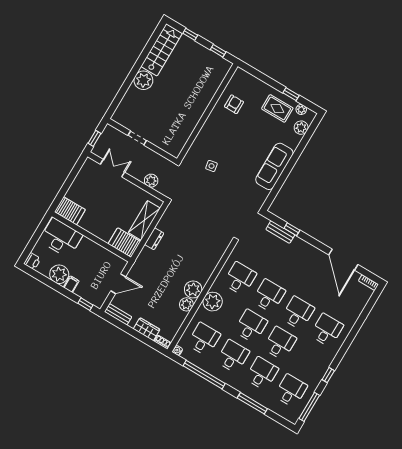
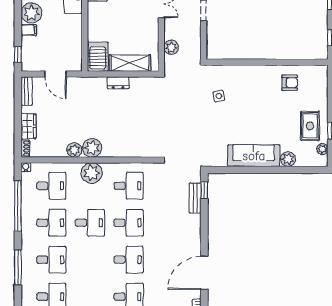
plant: (301, 128) -> (288, 159), moved
window: (292, 229) -> (204, 190), moved
desk: (280, 343) -> (90, 260), removed

